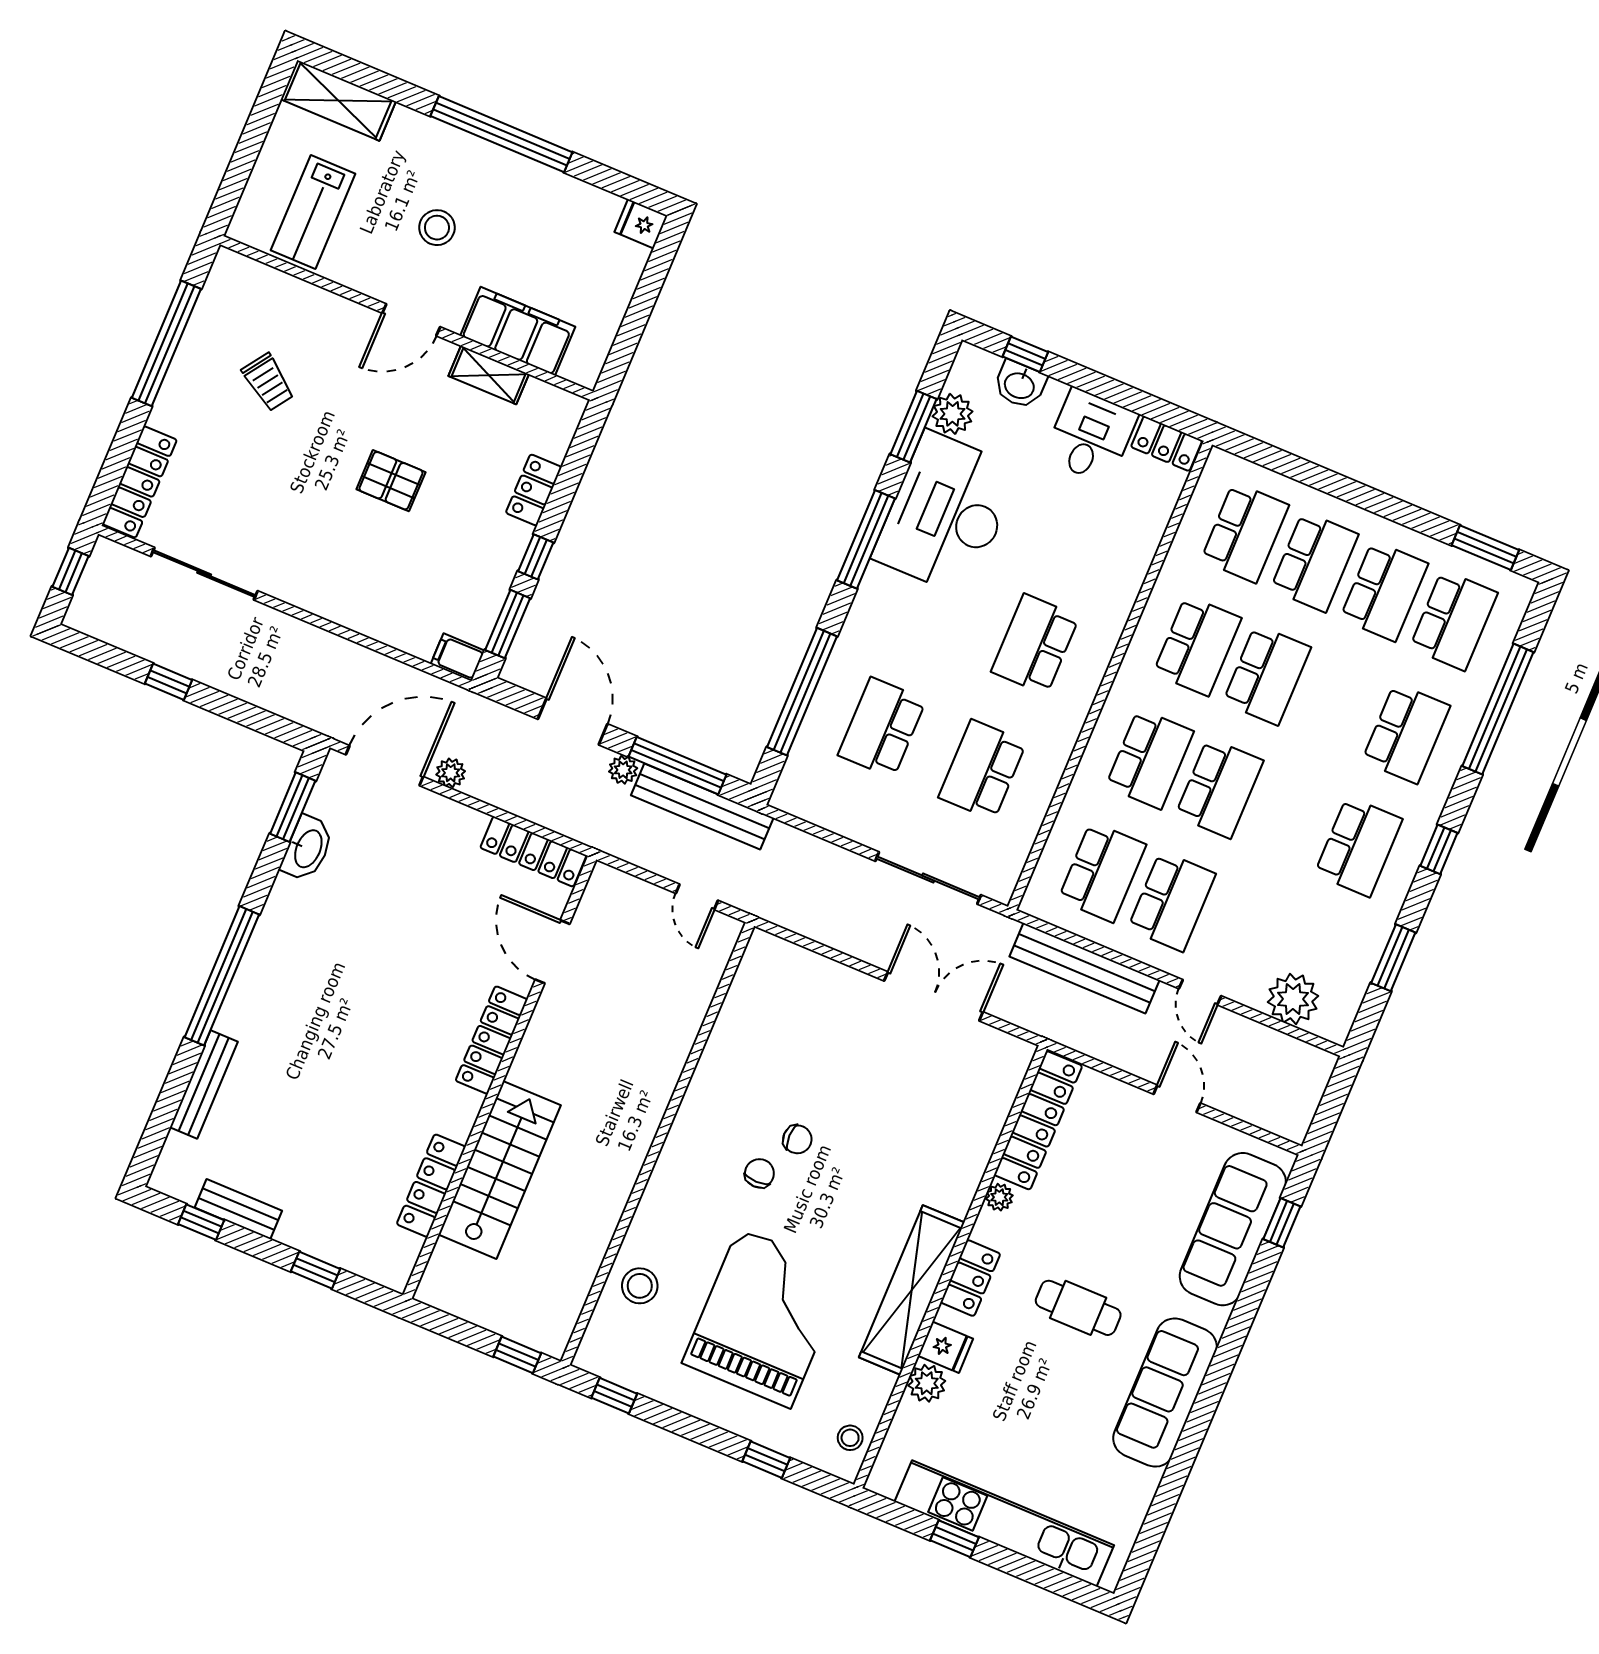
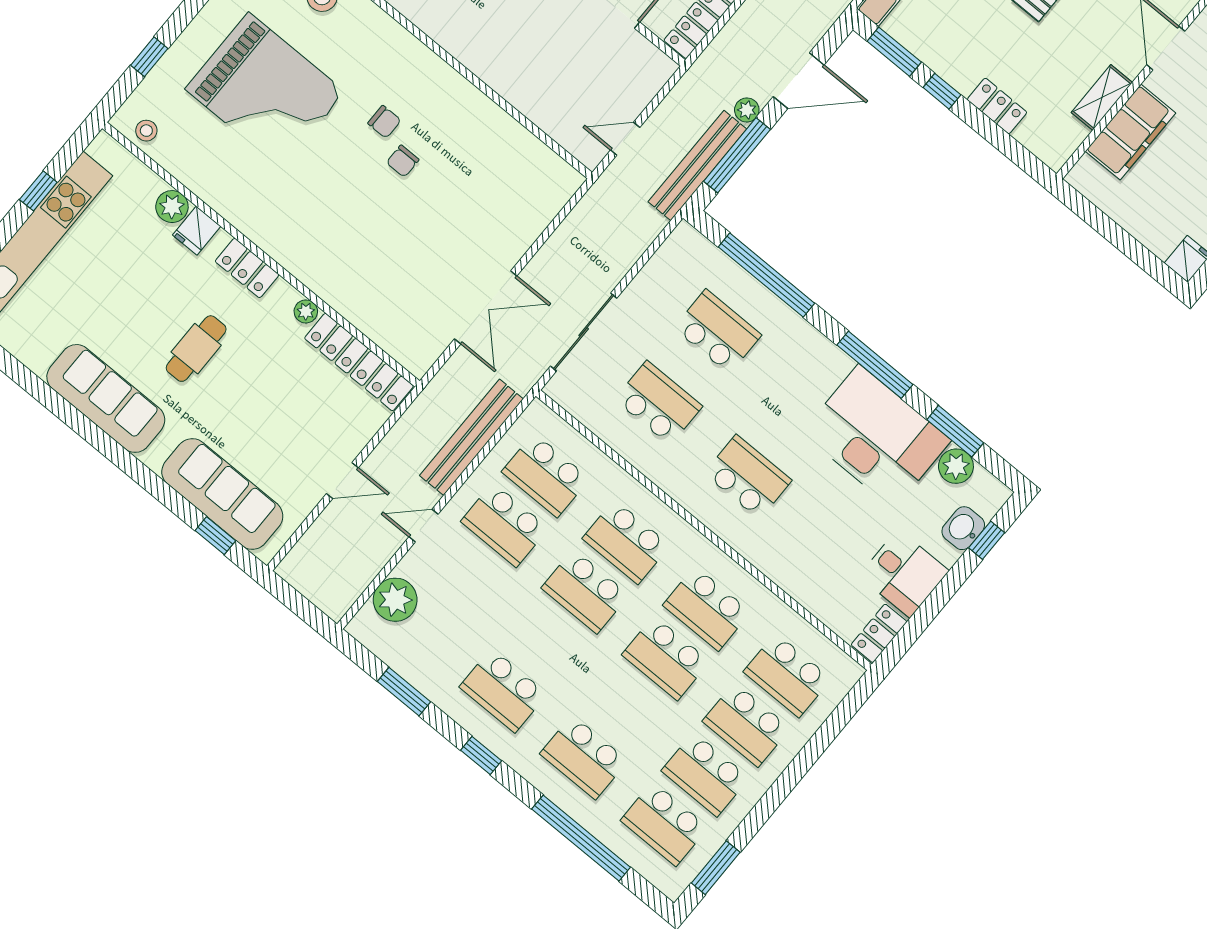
shelving: (912, 1290) -> (252, 217), removed

